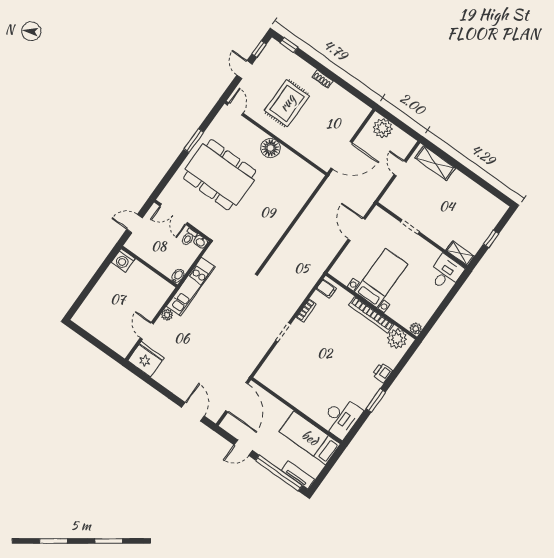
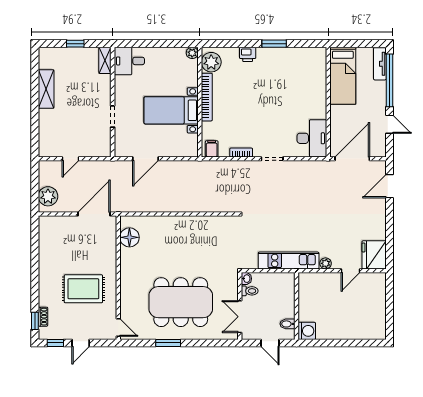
shoe rack: (323, 79) -> (43, 317), moved
door: (235, 109) -> (118, 327), swing flipped
floor lamp: (270, 148) -> (129, 237), moved
door: (342, 155) -> (94, 214), hinge flipped
shelving: (435, 163) -> (46, 89), moved
dining table: (220, 175) -> (181, 302), turned 90
double door: (174, 214) -> (240, 317), swing flipped
bidet: (178, 276) -> (287, 324), moved
desk: (341, 417) -> (312, 138), moved, turned 90

